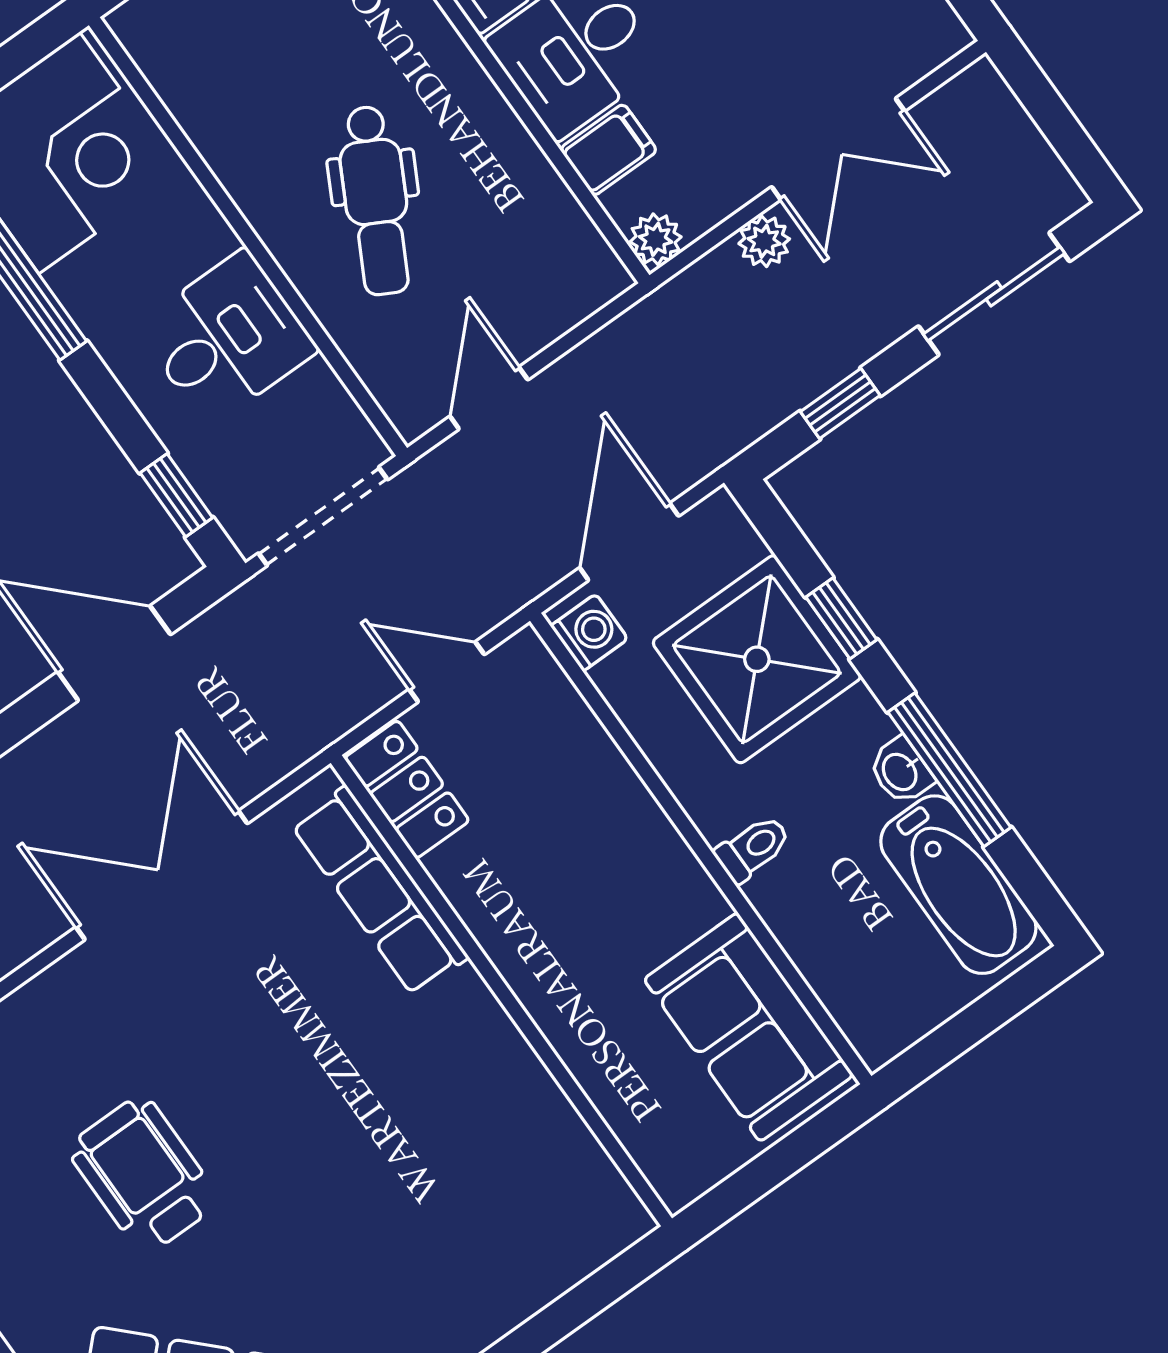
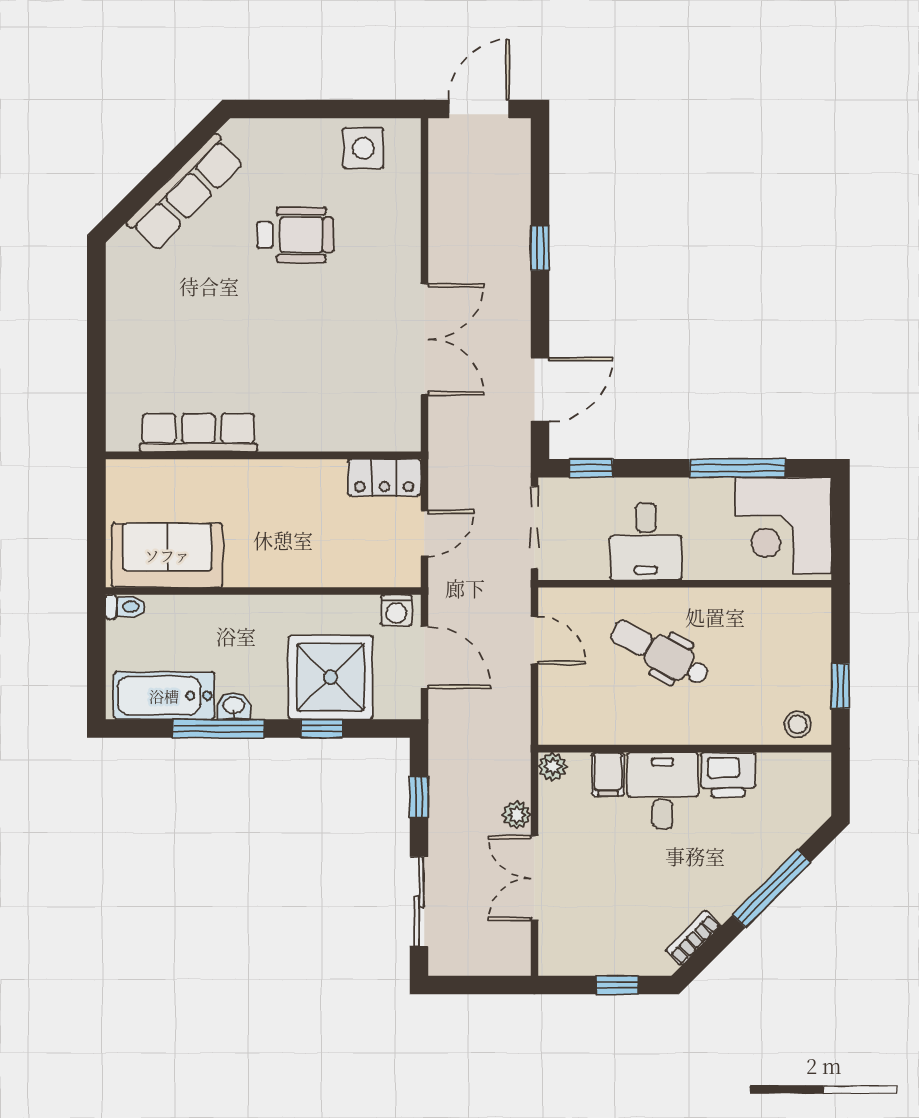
toilet: (753, 848) -> (125, 607), moved, turned -90
row of seats: (380, 891) -> (198, 433), moved

